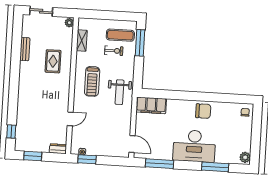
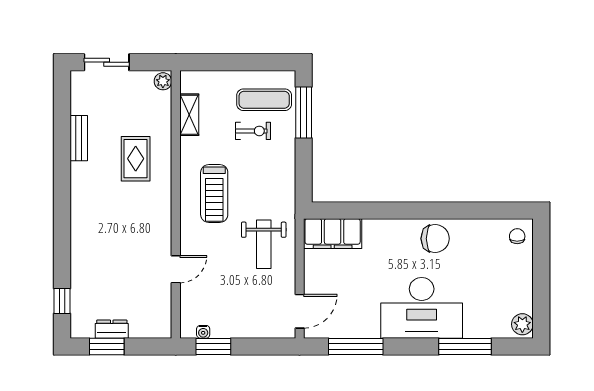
weight bench: (120, 92) -> (264, 244), moved
door: (132, 144) -> (300, 311), hinge flipped
dresser: (58, 149) -> (112, 329), moved

